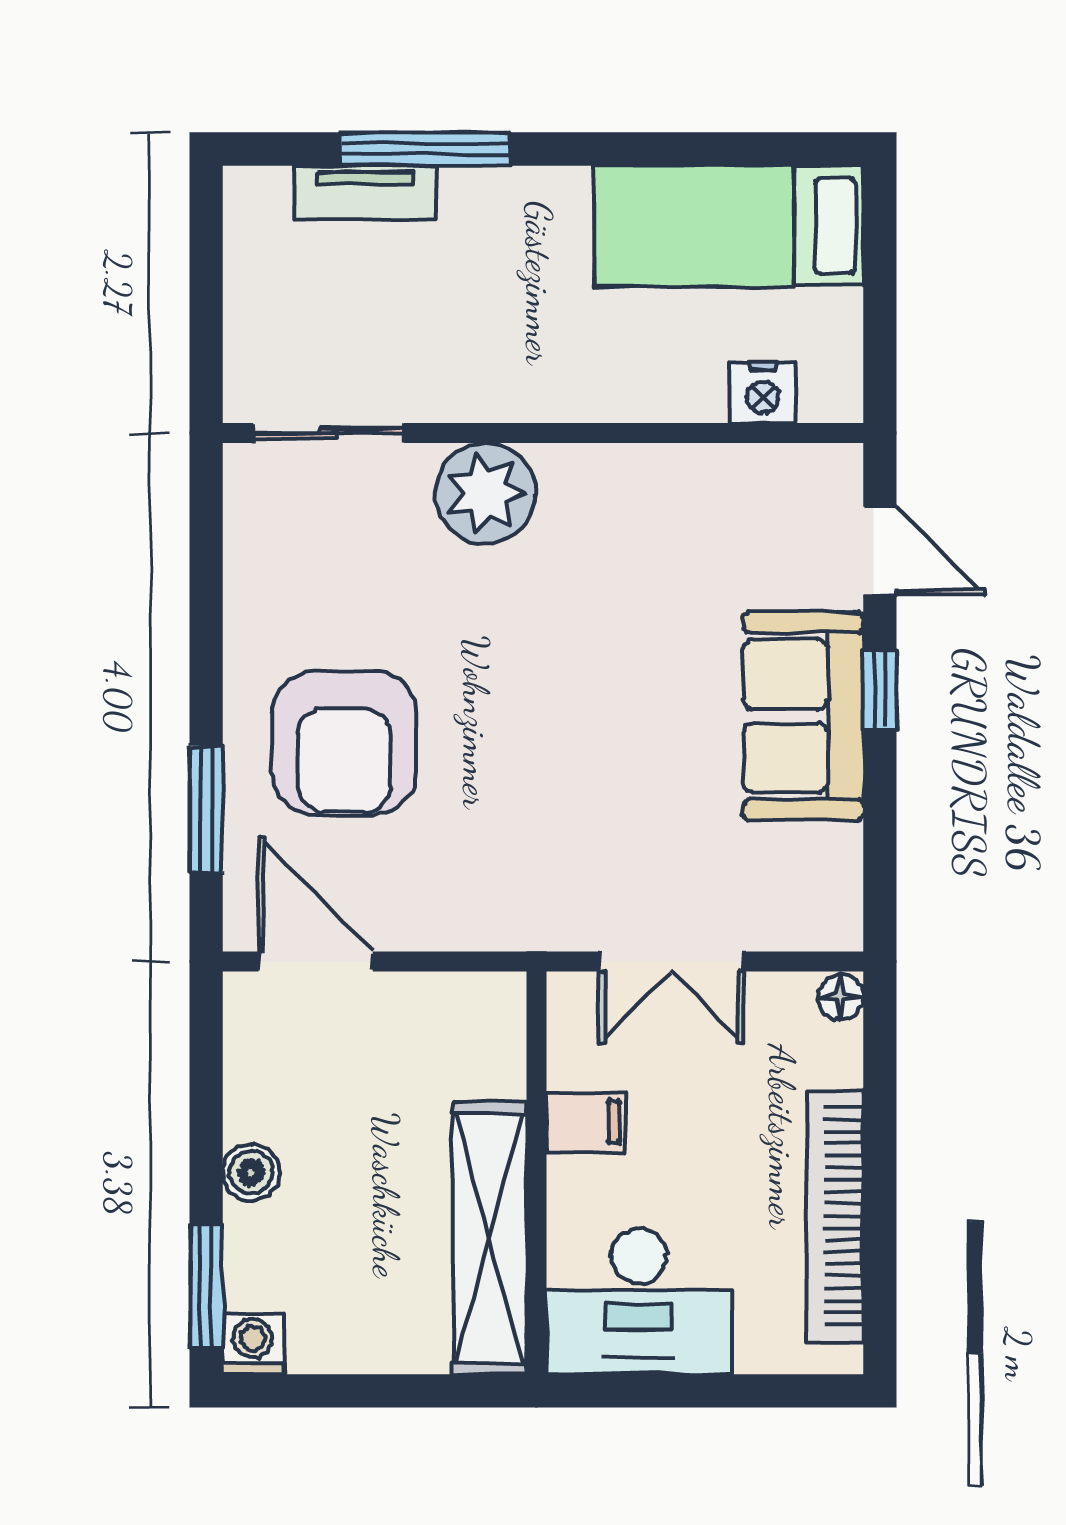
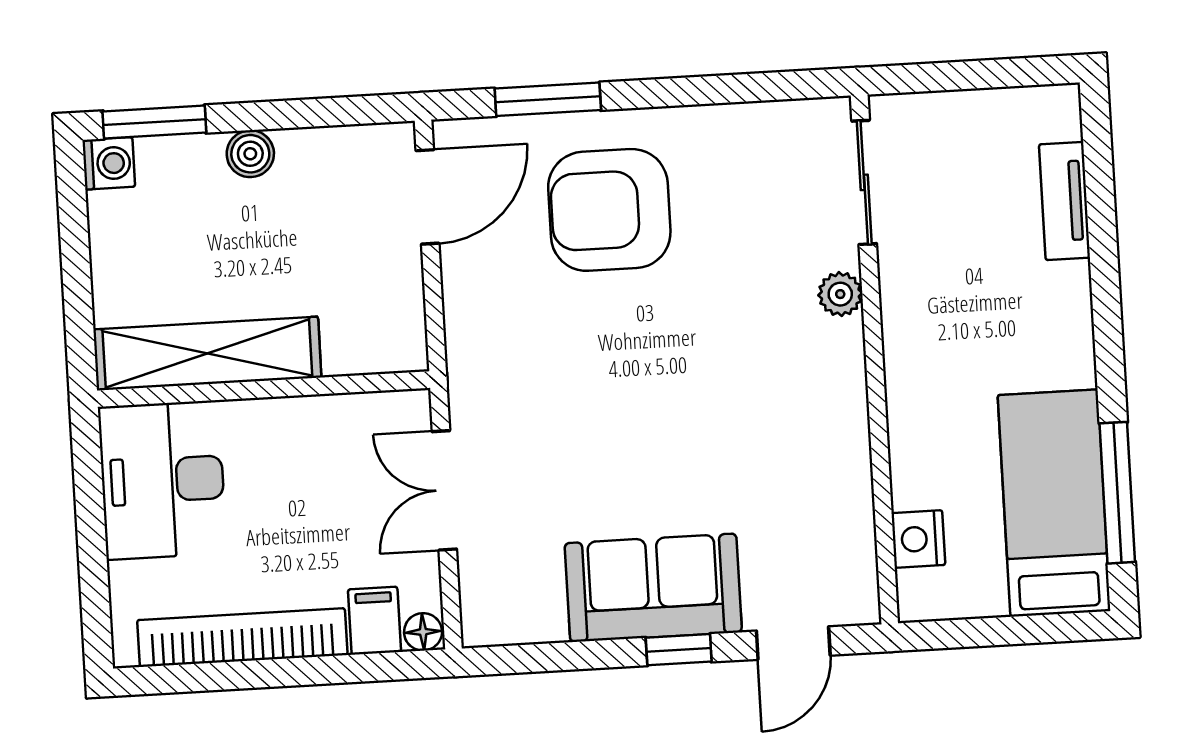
window: (425, 149) -> (1117, 493), moved
plant: (485, 493) -> (840, 294), width x0.53, depth x0.53
filing cabinet: (586, 1122) -> (374, 621), moved, turned 180

